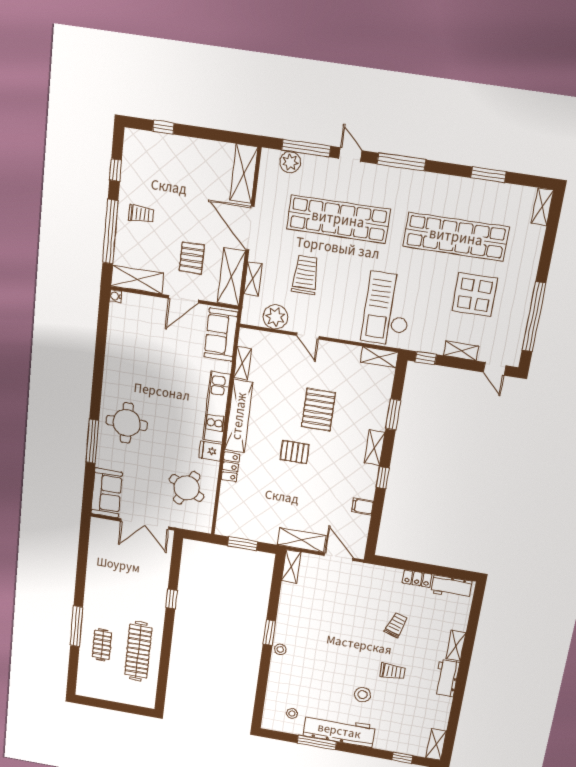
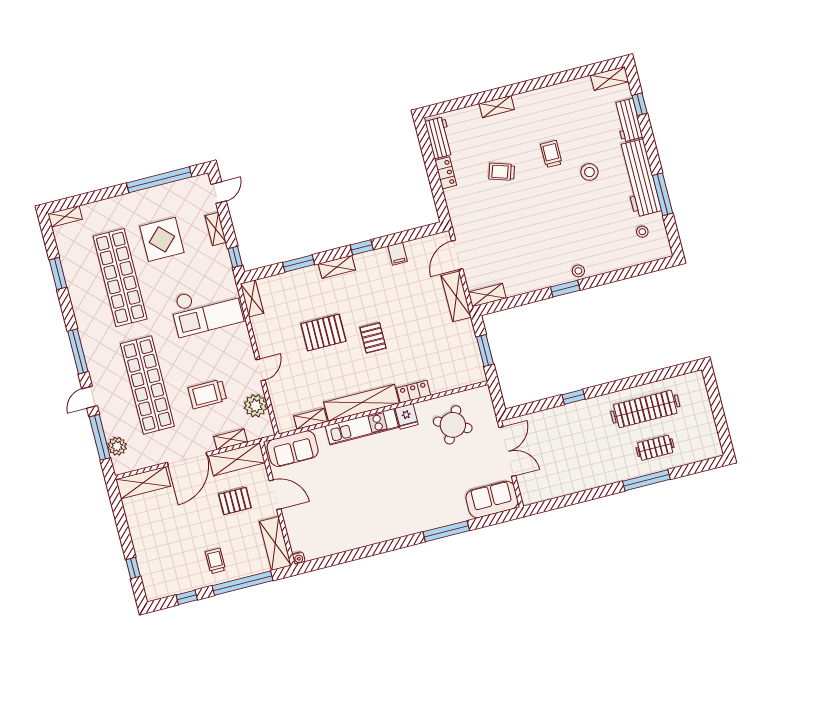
round table: (127, 423) -> (414, 505), removed
workbench: (447, 678) -> (628, 120), moved, turned 90

